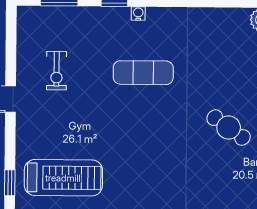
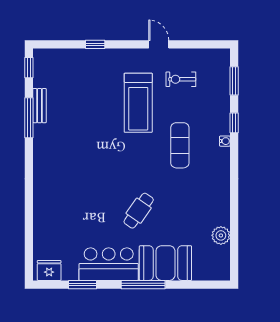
treadmill: (63, 178) -> (138, 103), moved

